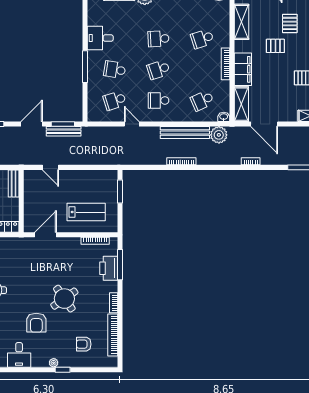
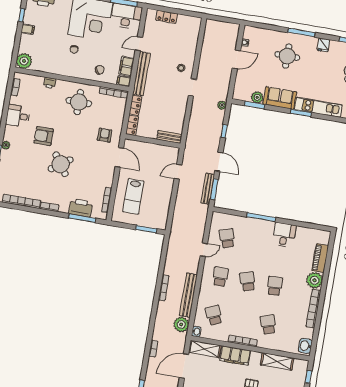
school desk: (115, 70) -> (254, 243), removed
armchair: (84, 344) -> (105, 135), moved

